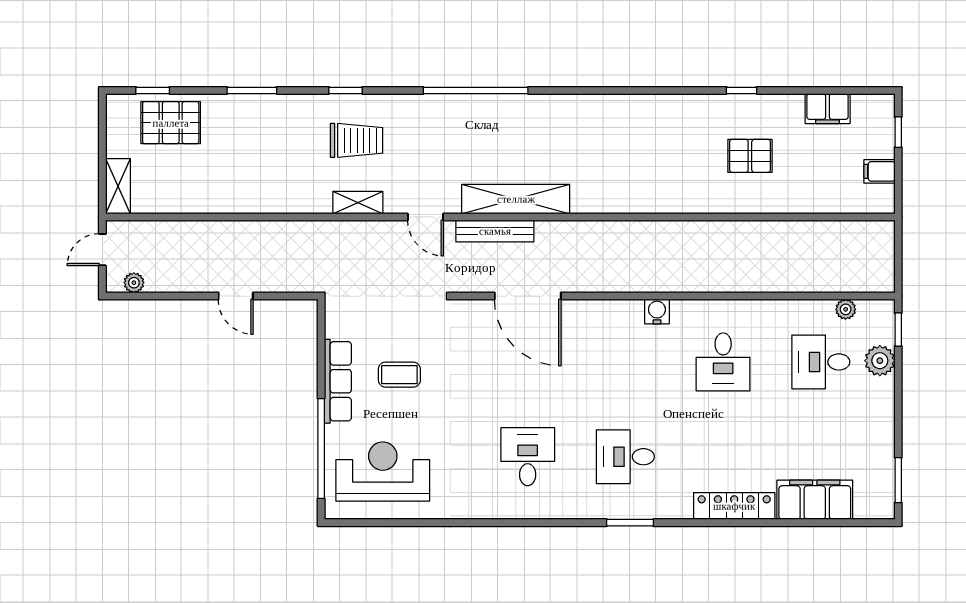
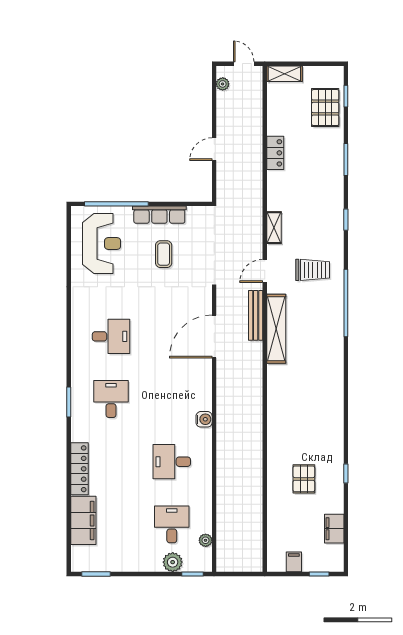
trolley: (357, 140) -> (313, 270), moved, turned -90
locker: (241, 201) -> (275, 153), added

